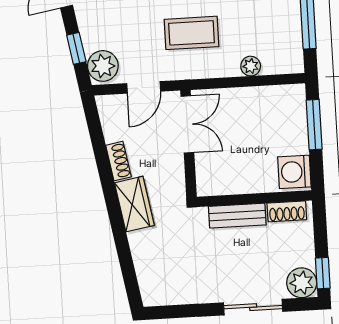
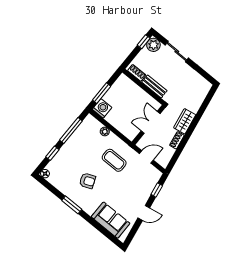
plant: (103, 66) -> (153, 176), removed
double door: (187, 124) -> (151, 122), moved
washing machine: (294, 172) -> (102, 108), moved, turned -90

